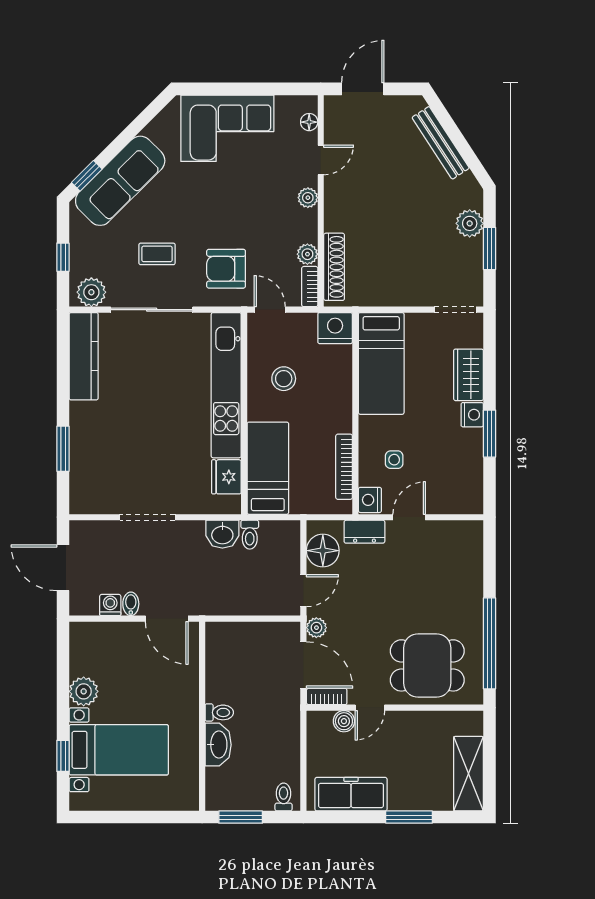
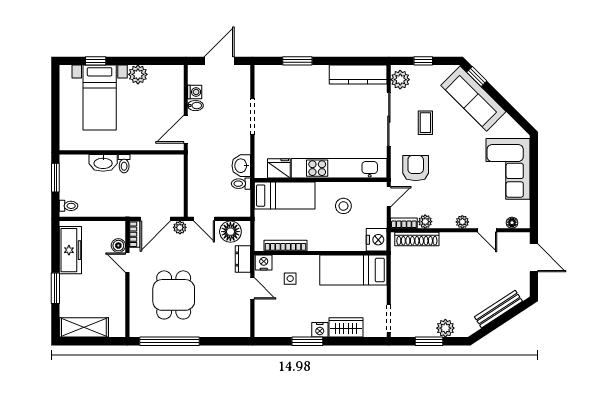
dining table: (427, 665) -> (174, 295), moved

